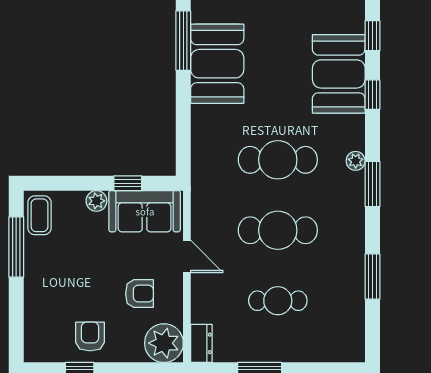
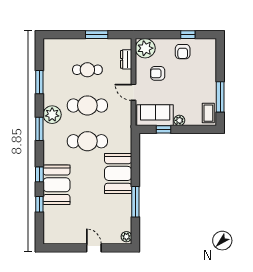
booth: (217, 64) -> (118, 173), moved
plant: (356, 161) -> (52, 115), moved, width x1.88, depth x1.88
dresser: (201, 343) -> (126, 59), moved

